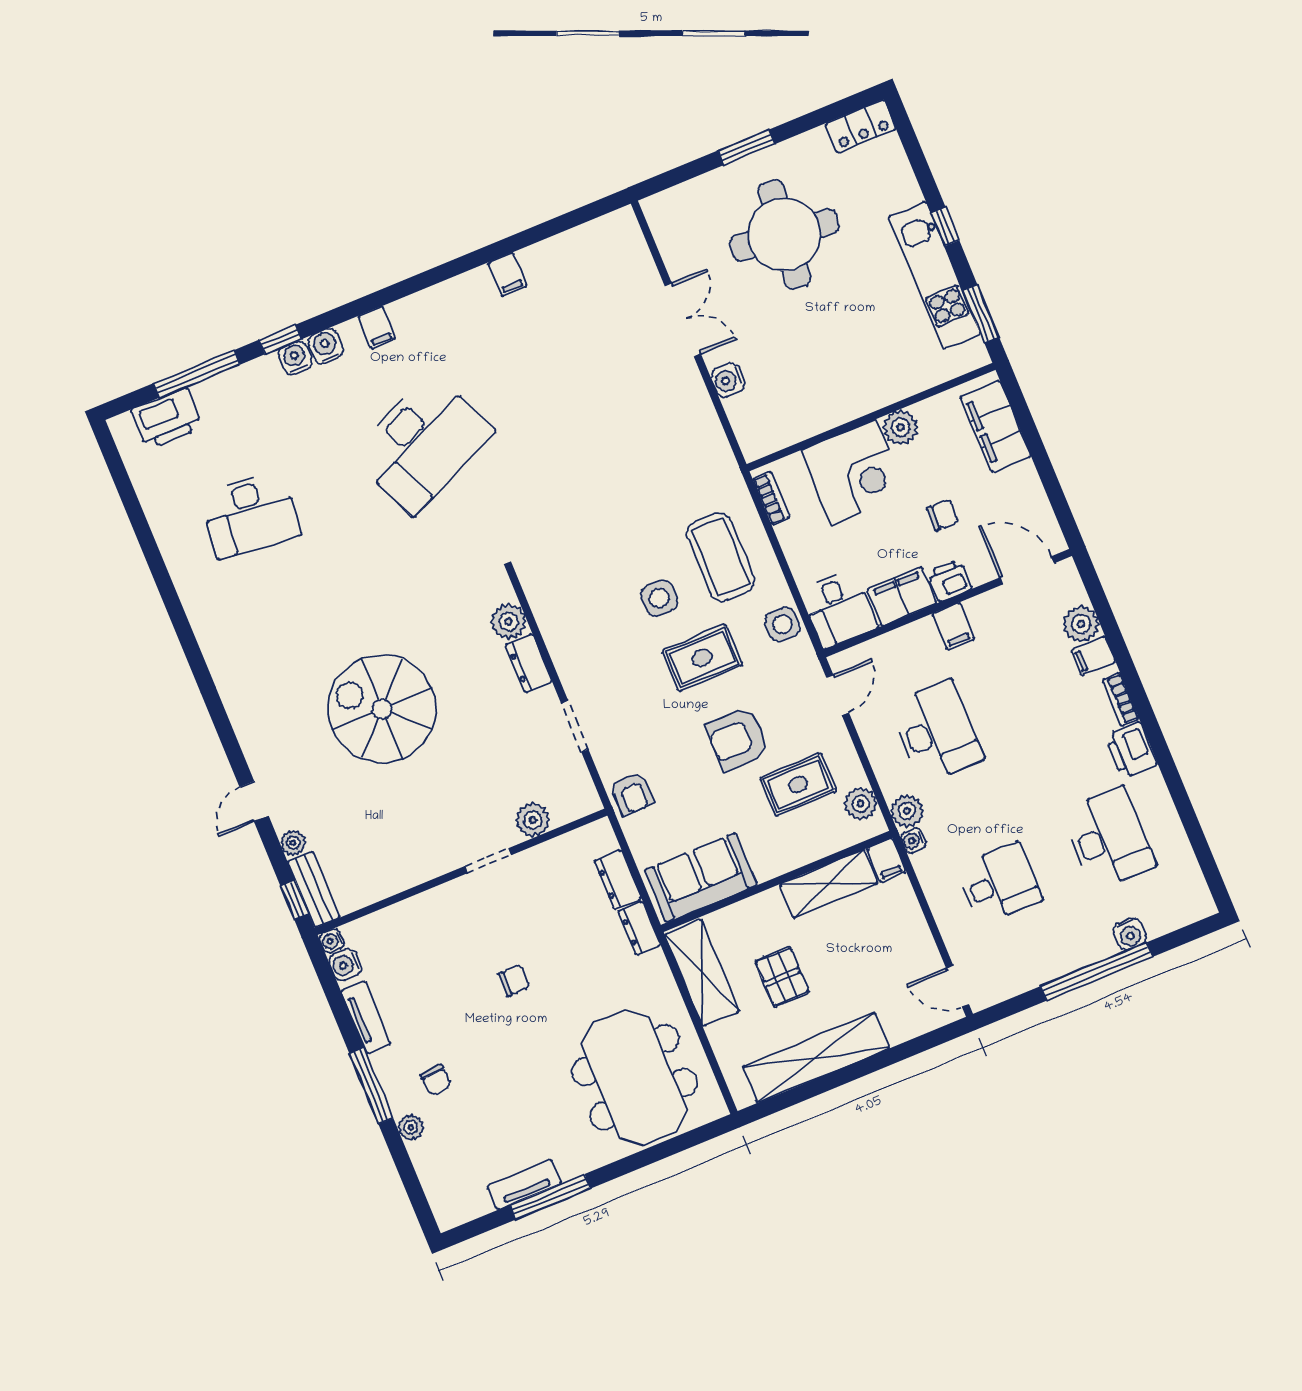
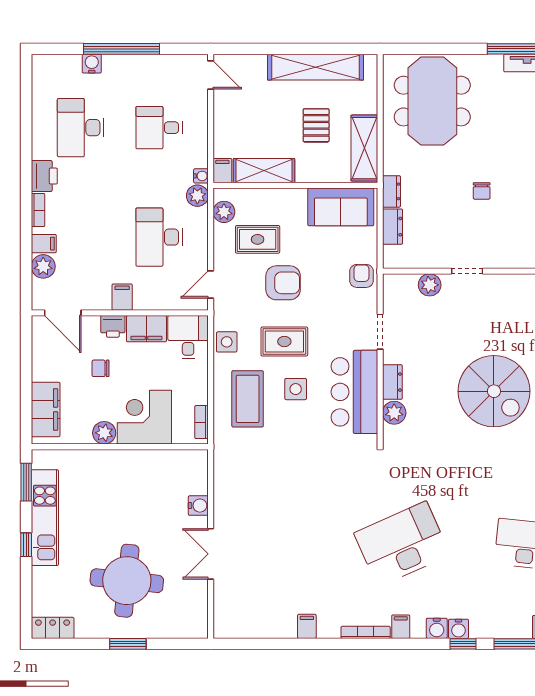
bookcase: (422, 300) -> (366, 632), added
bar counter: (576, 628) -> (354, 392), added
chair: (514, 981) -> (482, 191), turned -90

